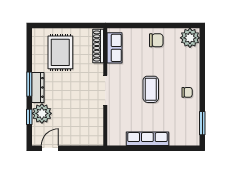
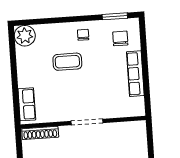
chair: (156, 40) -> (120, 38), moved
row of seats: (115, 48) -> (27, 104), moved, turned 90
coffee table: (151, 89) -> (67, 62), moved

